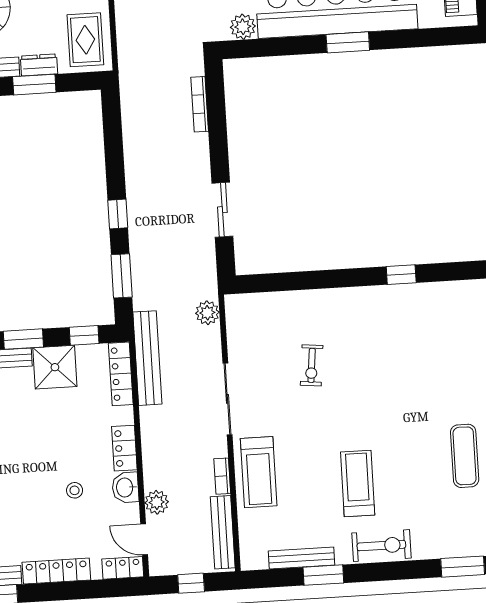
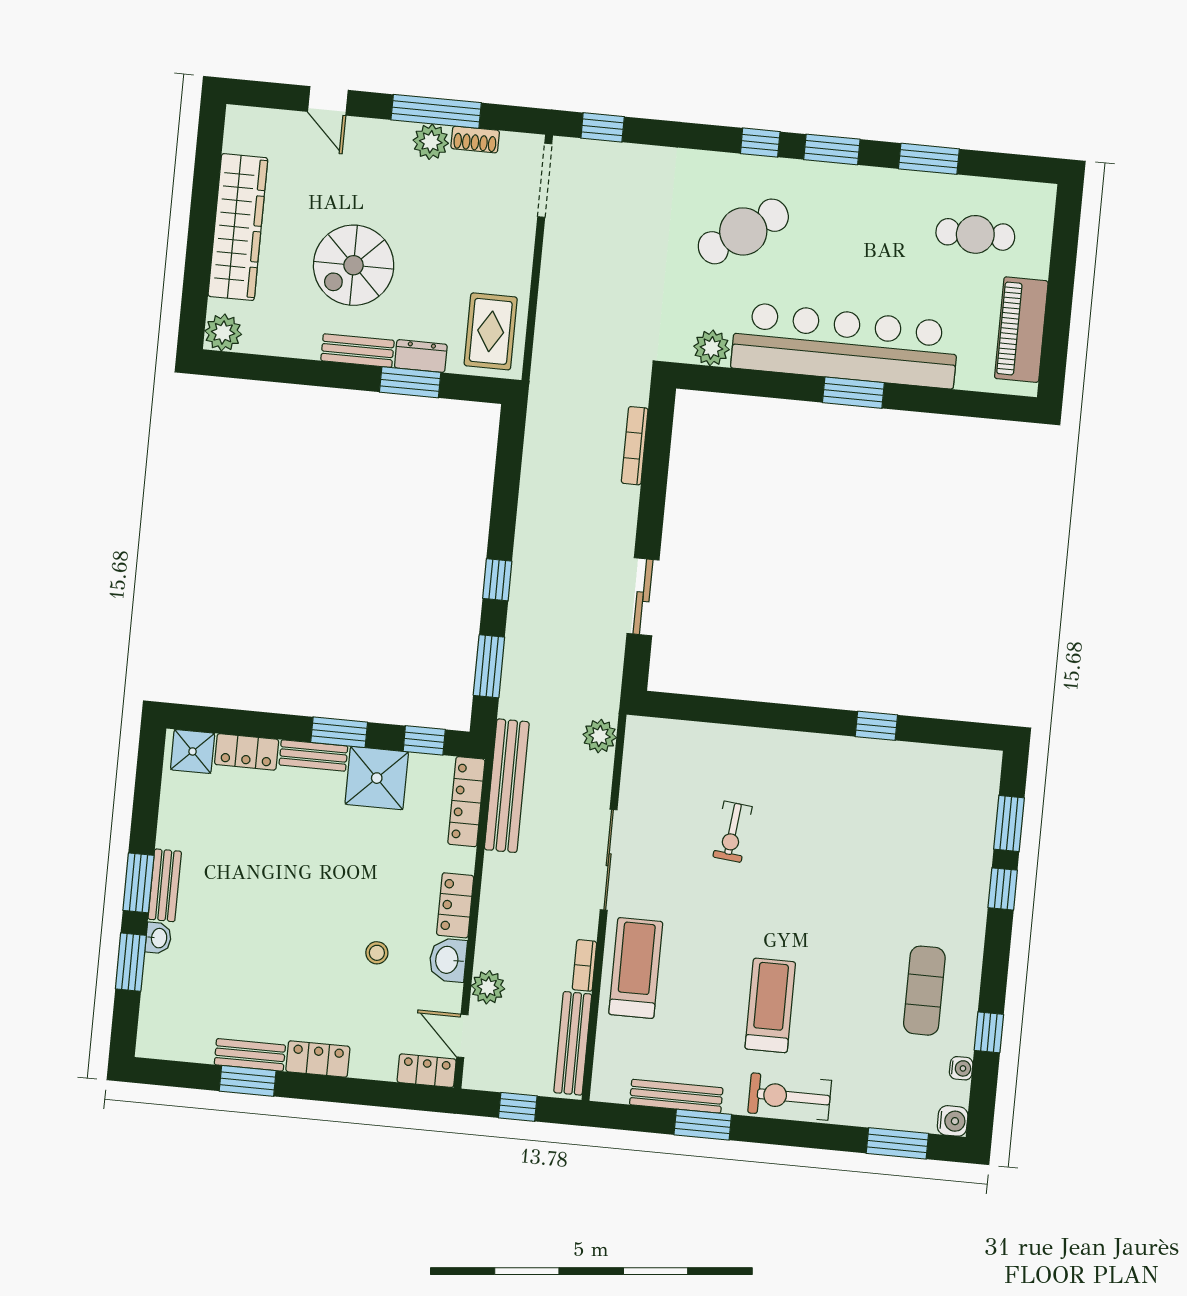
treadmill: (259, 472) -> (636, 968), turned 180
exercise bike: (381, 546) -> (790, 1097), turned 180
locker: (56, 571) -> (318, 1059), width x0.66

